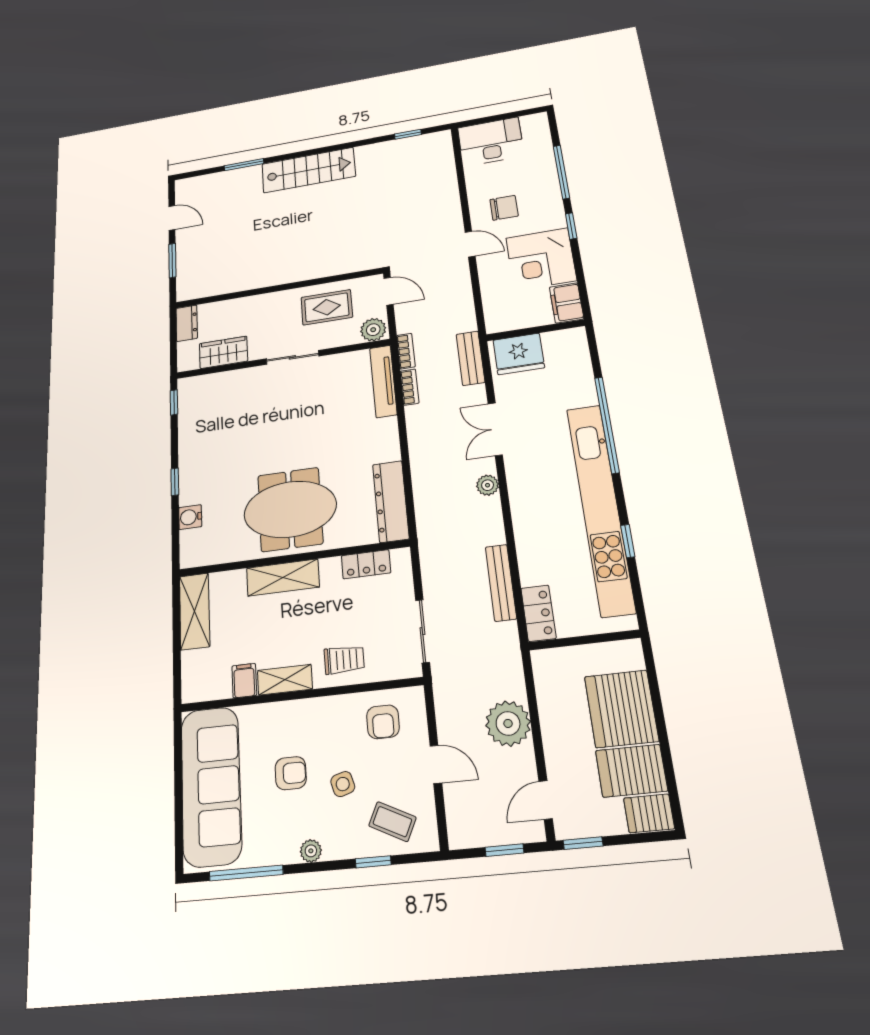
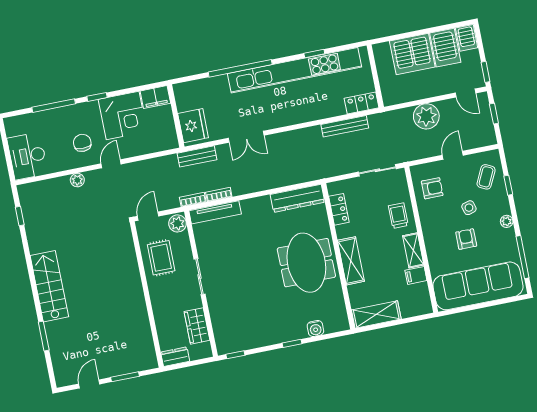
plant: (488, 485) -> (77, 180), moved

